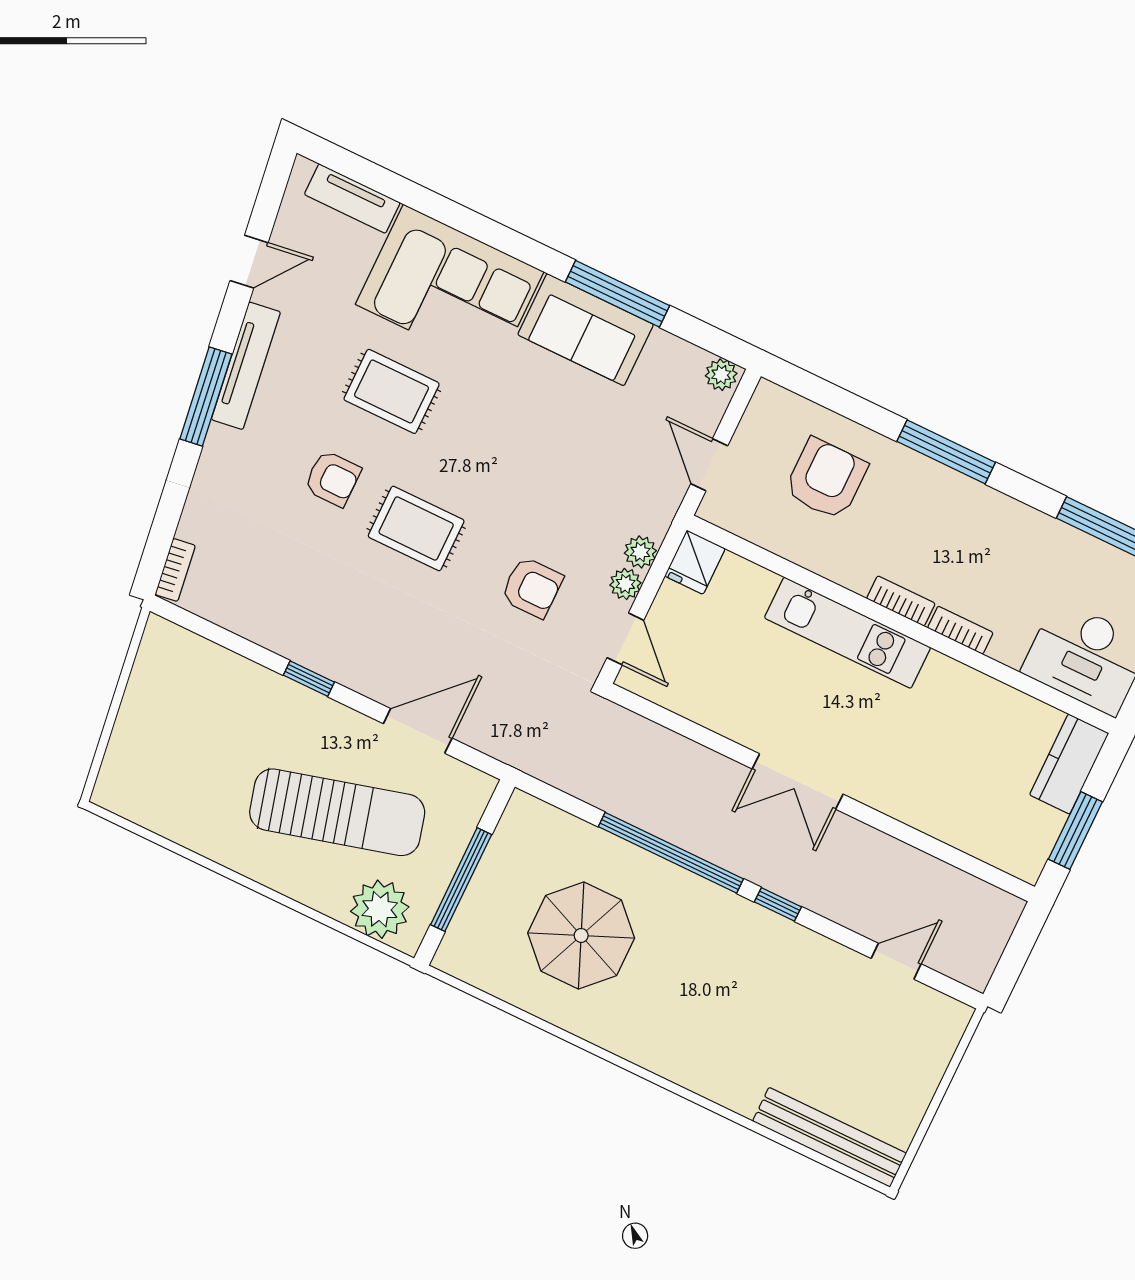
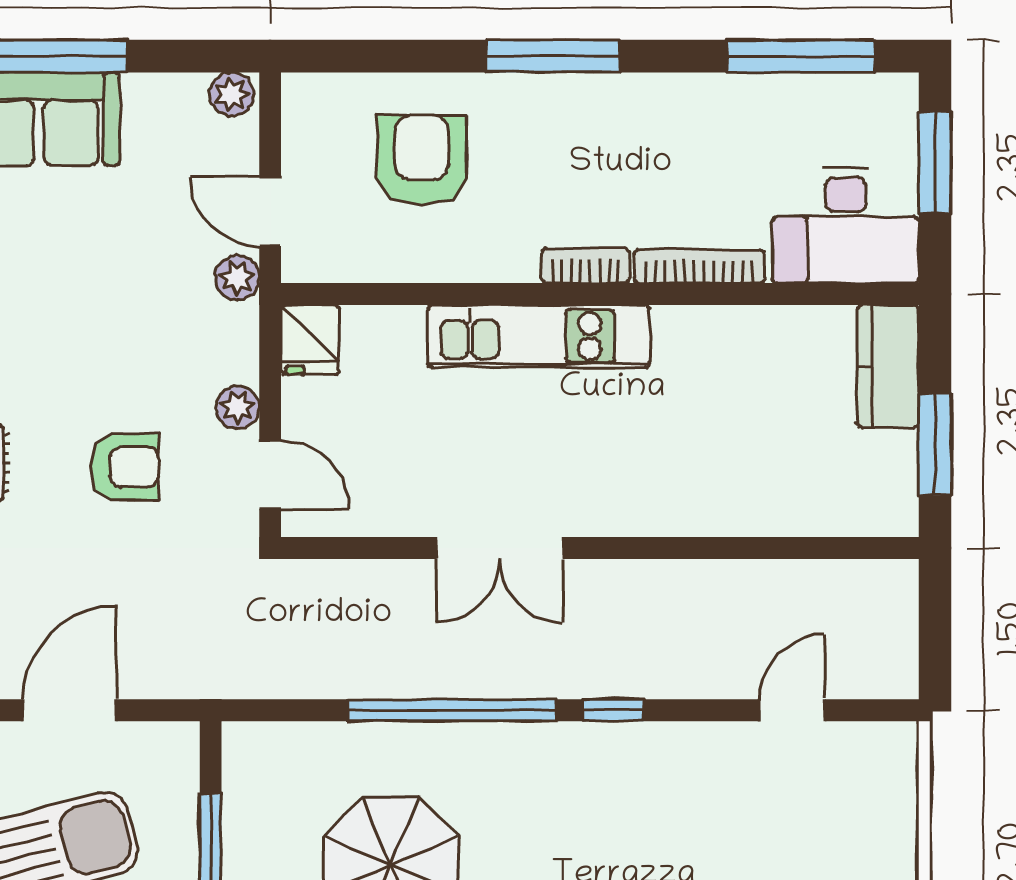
plant: (640, 552) -> (237, 278), moved
bookcase: (960, 630) -> (699, 266), width x1.56
double door: (798, 782) -> (500, 548), moved

